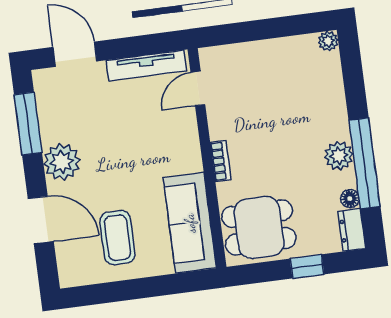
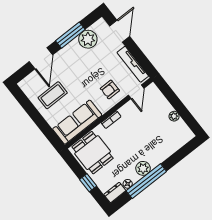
plant: (328, 41) -> (174, 116), moved
door: (198, 88) -> (136, 92), swing flipped
window: (28, 124) -> (70, 35), moved
armchair: (167, 132) -> (110, 89), added
plant: (62, 162) -> (88, 39), moved

